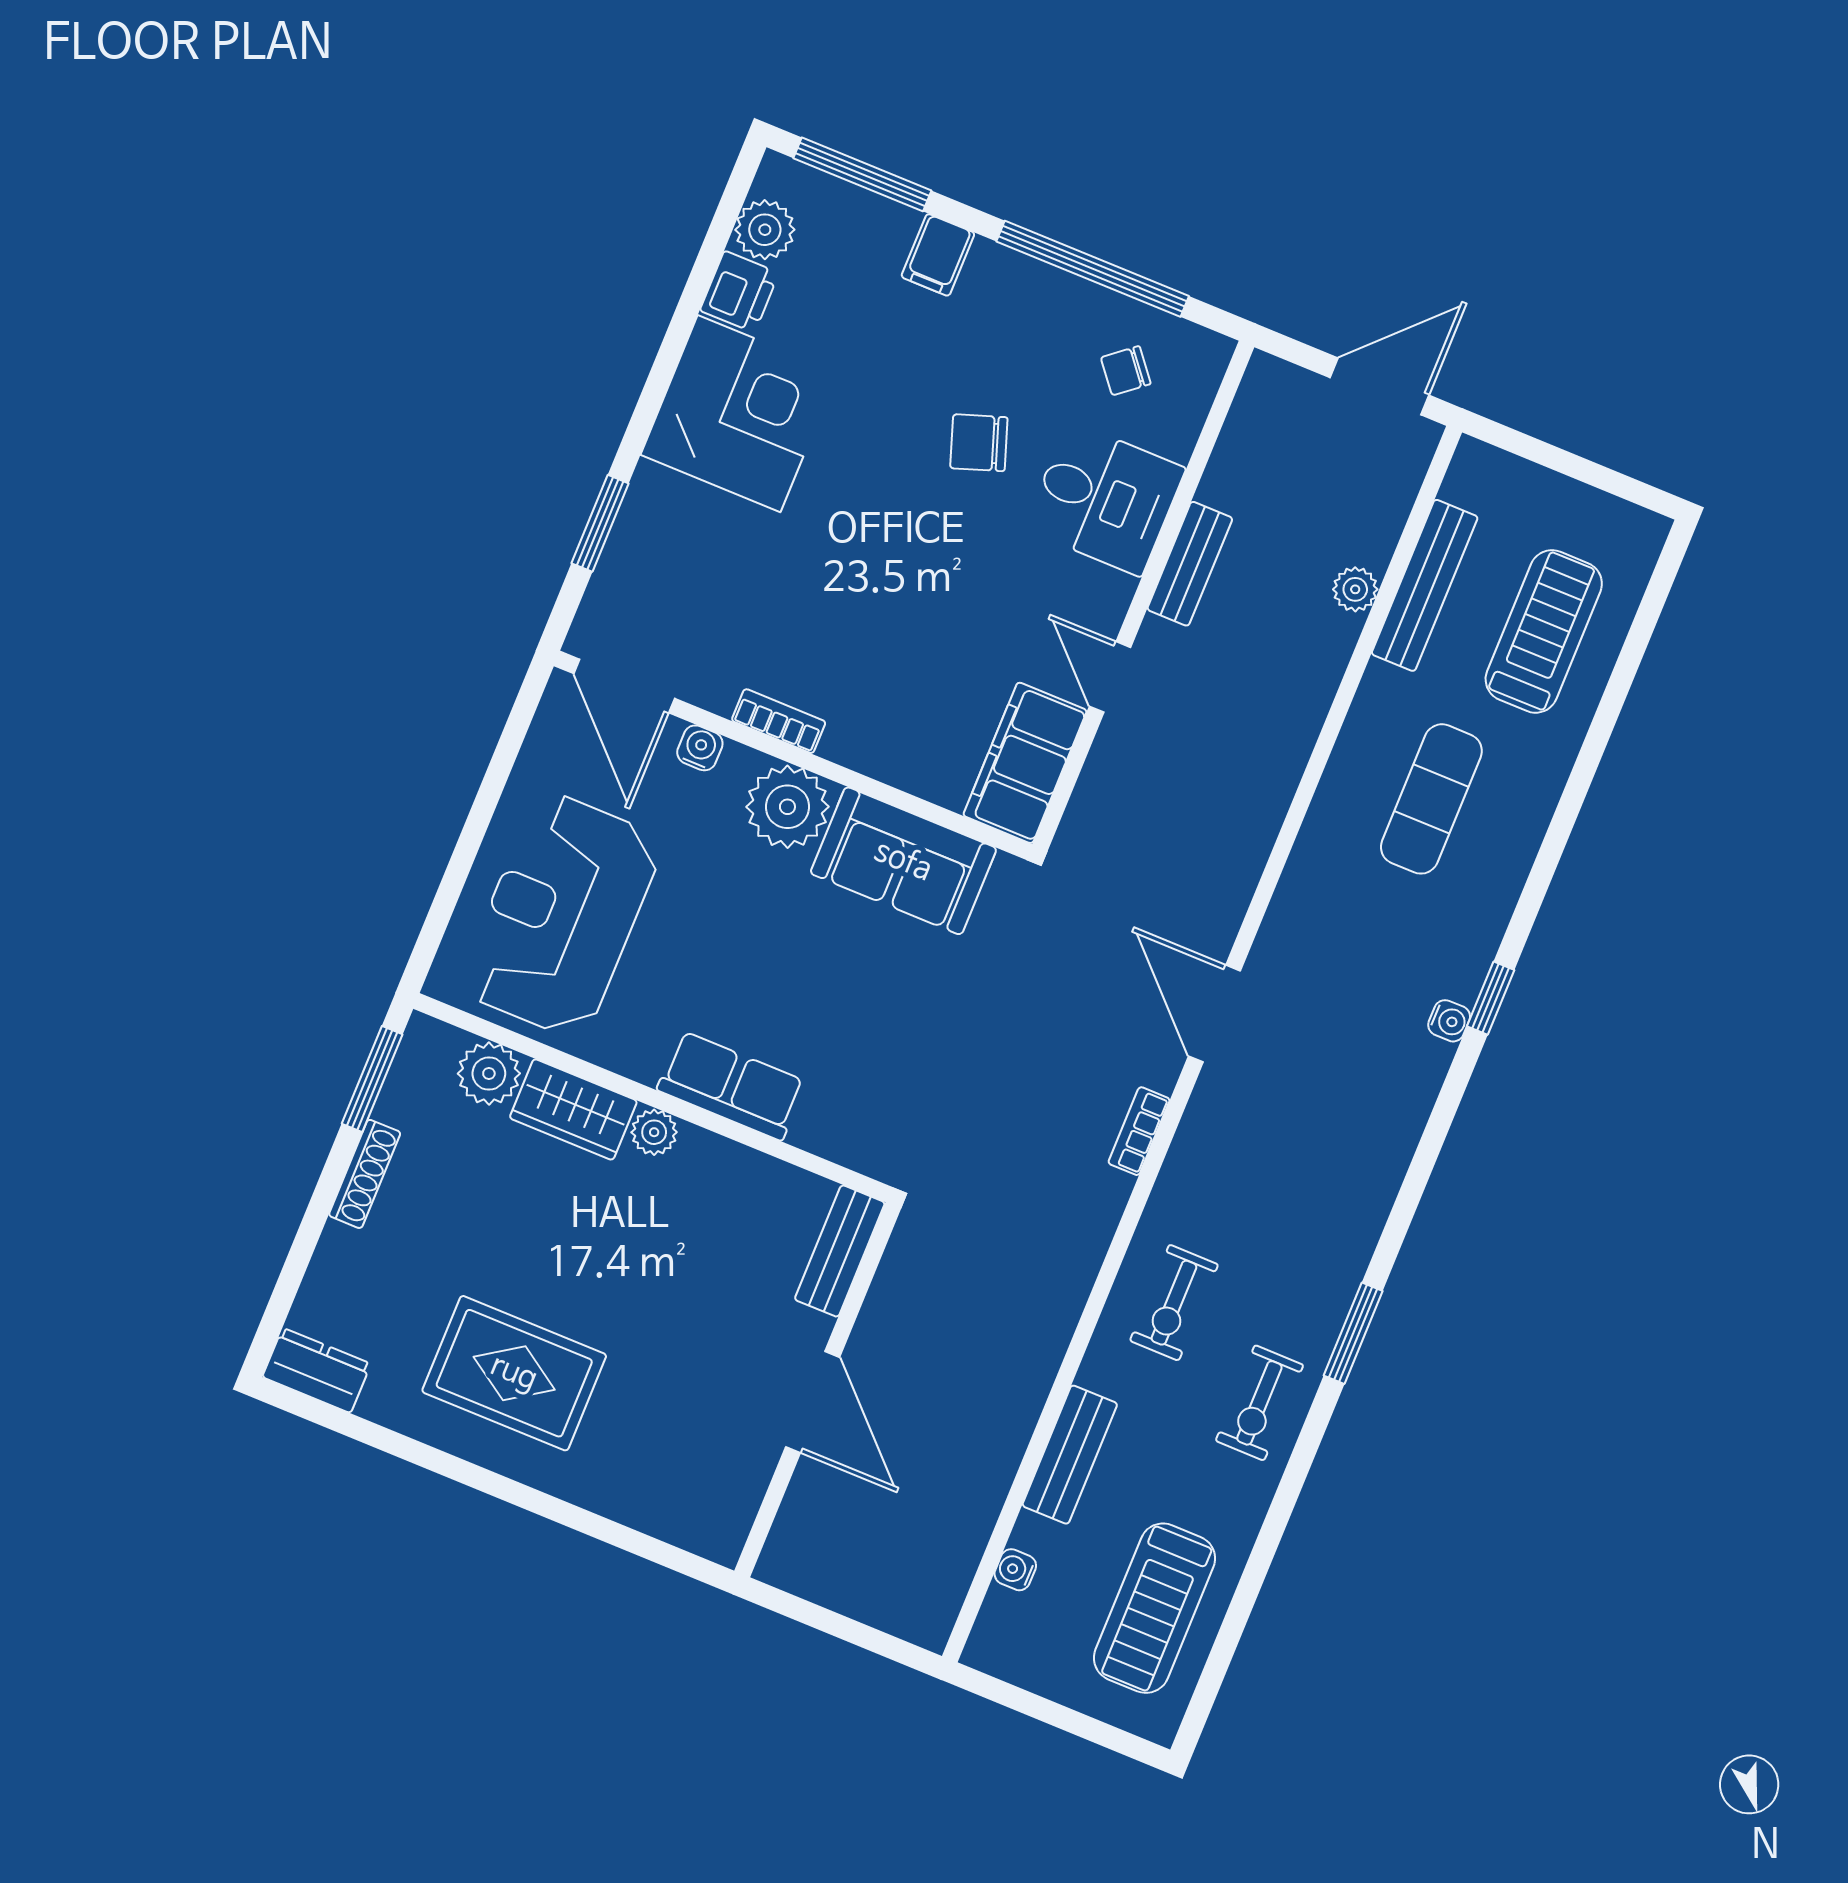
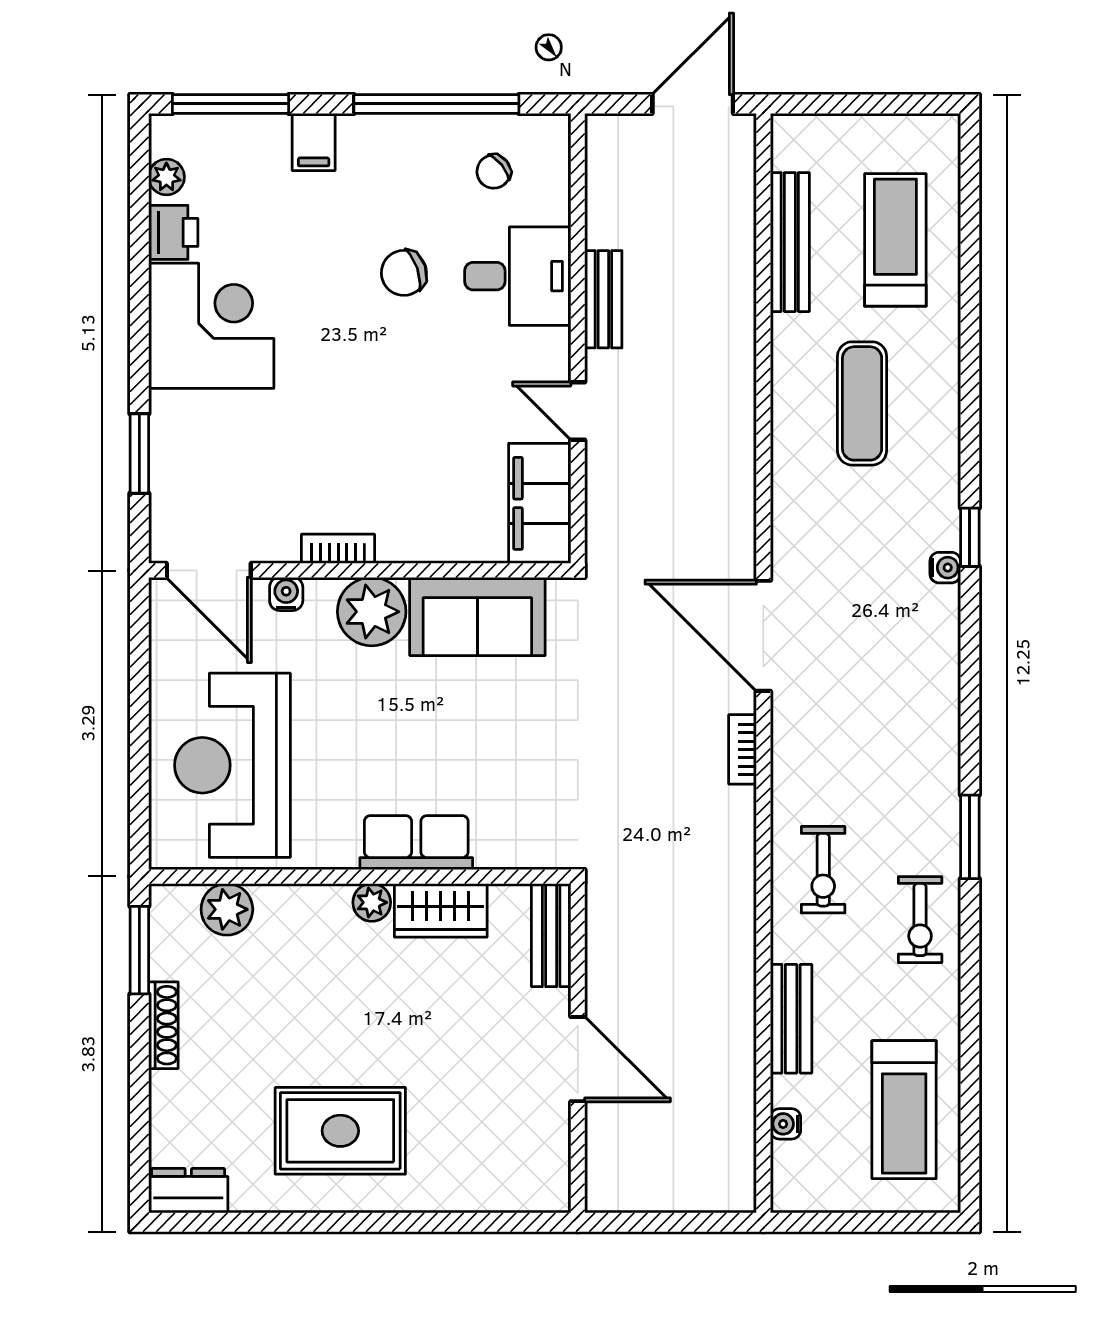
plant: (765, 230) -> (166, 177), width x0.73, depth x0.73
plant: (1355, 589) -> (738, 267), removed
door: (1214, 1014) -> (763, 636), width x1.36
wardrobe: (573, 1109) -> (441, 910), moved

